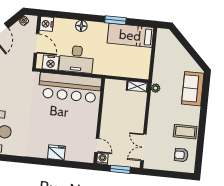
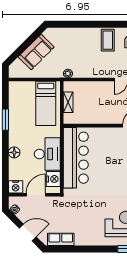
bed: (130, 35) -> (46, 103), moved
shelving: (137, 86) -> (68, 102), moved
sofa: (193, 89) -> (36, 52), moved, turned -45

